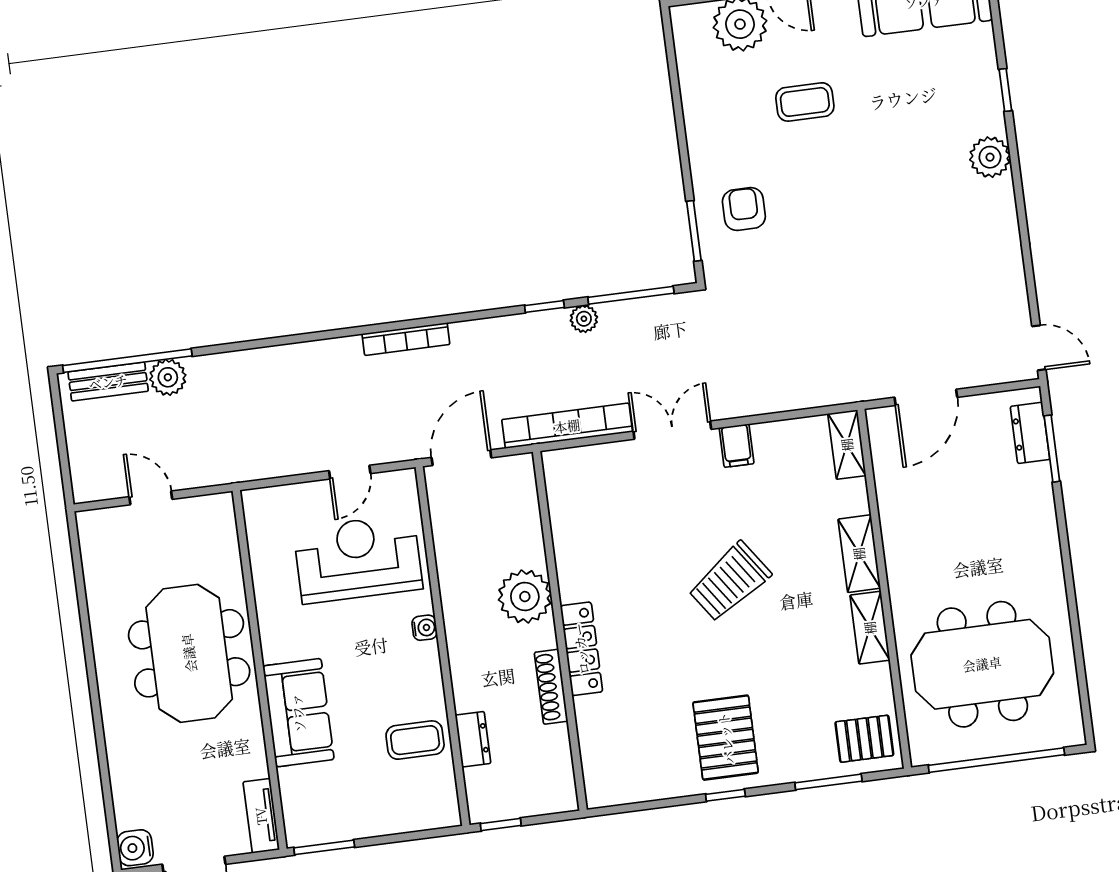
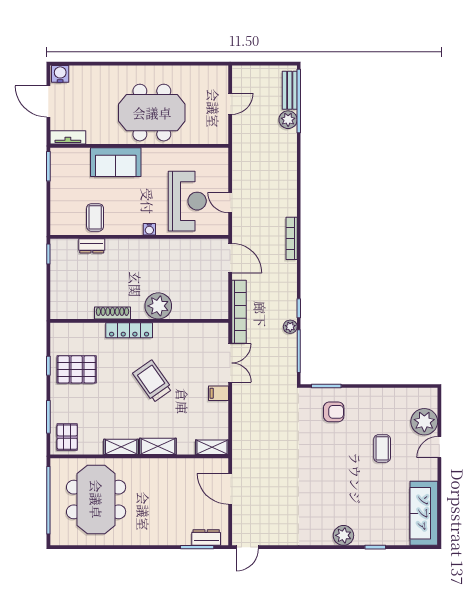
plant: (525, 597) -> (158, 306), moved
wall: (560, 631) -> (139, 321), moved
locker: (581, 649) -> (129, 330), moved
shoe rack: (551, 687) -> (112, 313), moved

